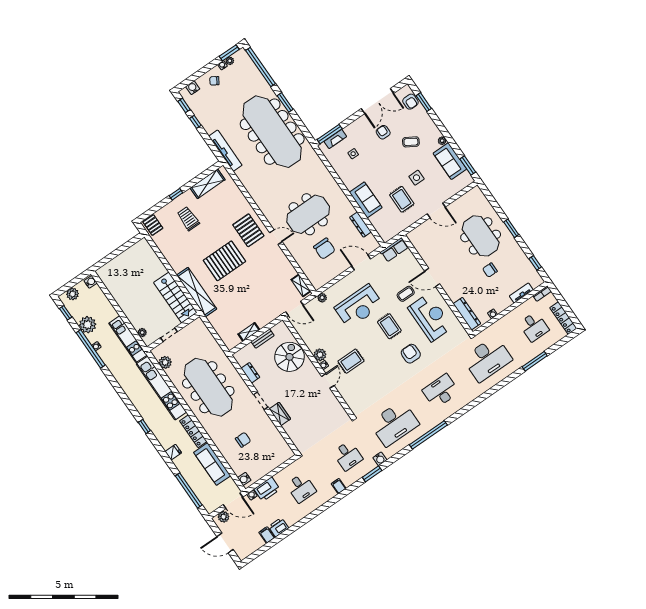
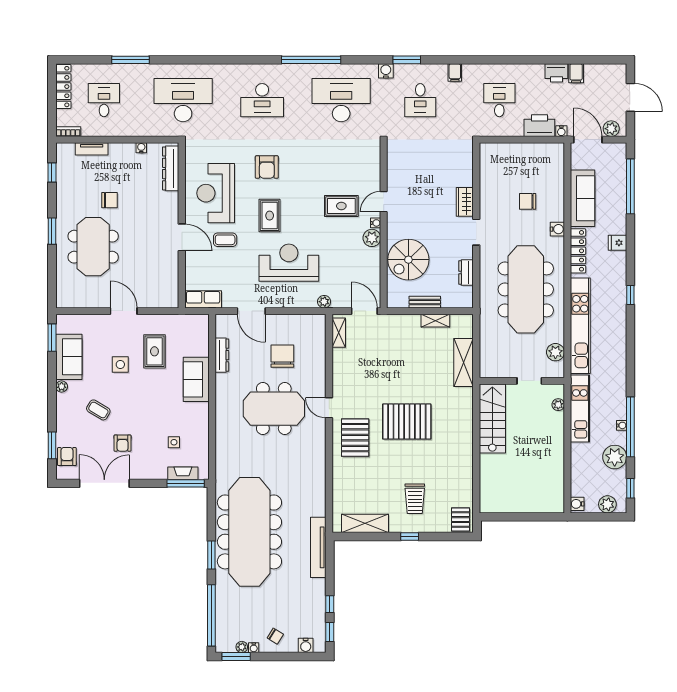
shelving: (197, 292) -> (464, 362), moved, width x0.68
desk: (348, 456) -> (420, 100), turned 180
water cooler: (244, 479) -> (557, 229), moved

